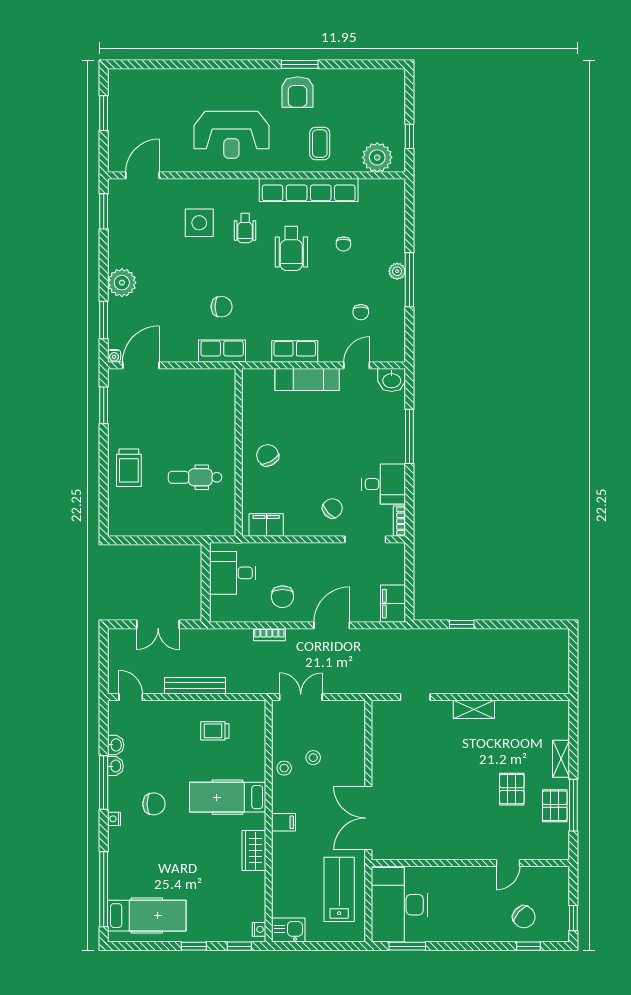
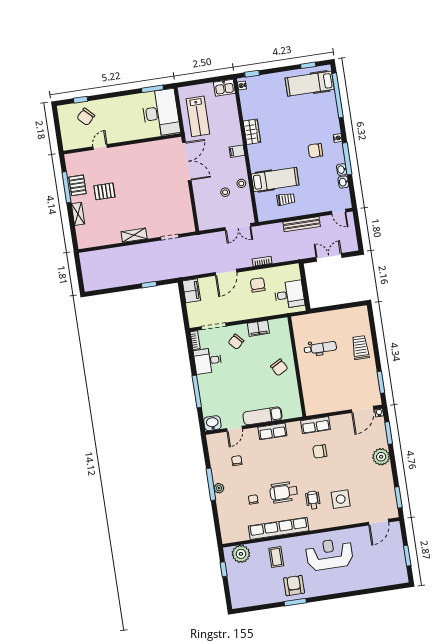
wheelchair: (291, 248) -> (284, 492), turned -90
filing cabinet: (266, 525) -> (258, 328), moved
pallet: (512, 789) -> (104, 191), turned 90
hospital bed: (228, 797) -> (275, 179), moved
chair: (524, 917) -> (86, 117), turned -87
window: (573, 918) -> (56, 120), removed
window: (194, 946) -> (308, 65), moved

